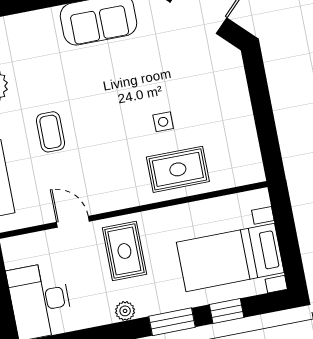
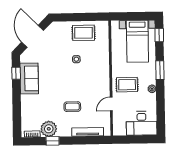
rug: (178, 169) -> (84, 33), moved, turned 90
window: (227, 311) -> (159, 35), moved

